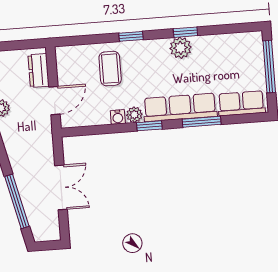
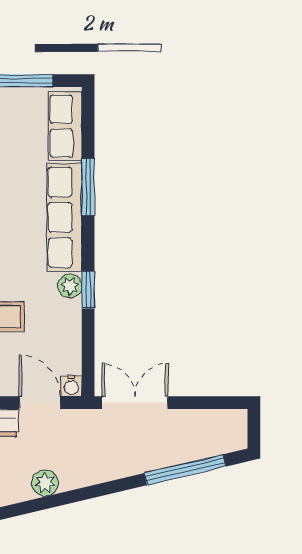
water cooler: (118, 117) -> (71, 386), moved, turned 90
window: (149, 126) -> (88, 290), moved
double door: (61, 187) -> (135, 403), moved

